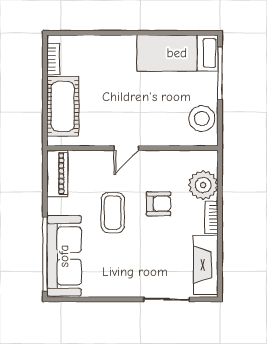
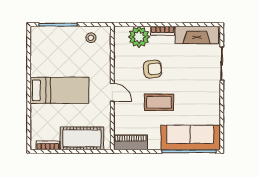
bed: (177, 53) -> (60, 90), moved, turned -90
stool: (202, 119) -> (91, 38), width x0.53, depth x0.53
armchair: (159, 204) -> (152, 69), turned 84

